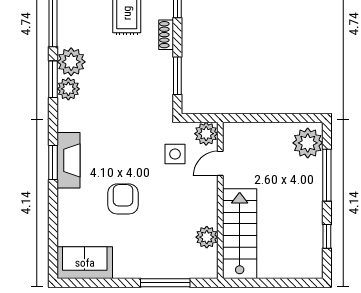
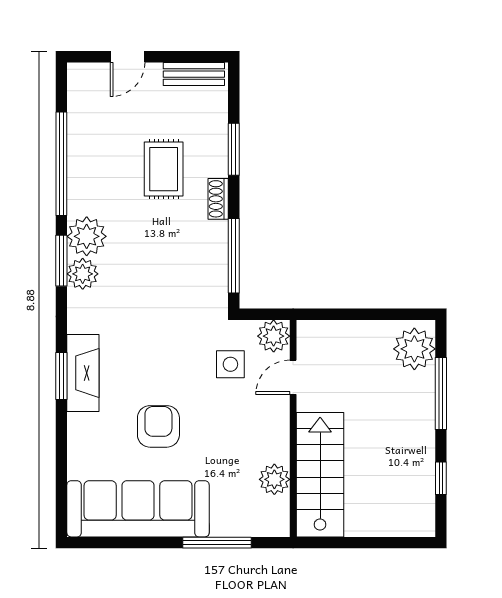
window: (177, 76) -> (234, 256), width x1.44
sofa: (85, 263) -> (138, 509), width x1.85, depth x1.27

